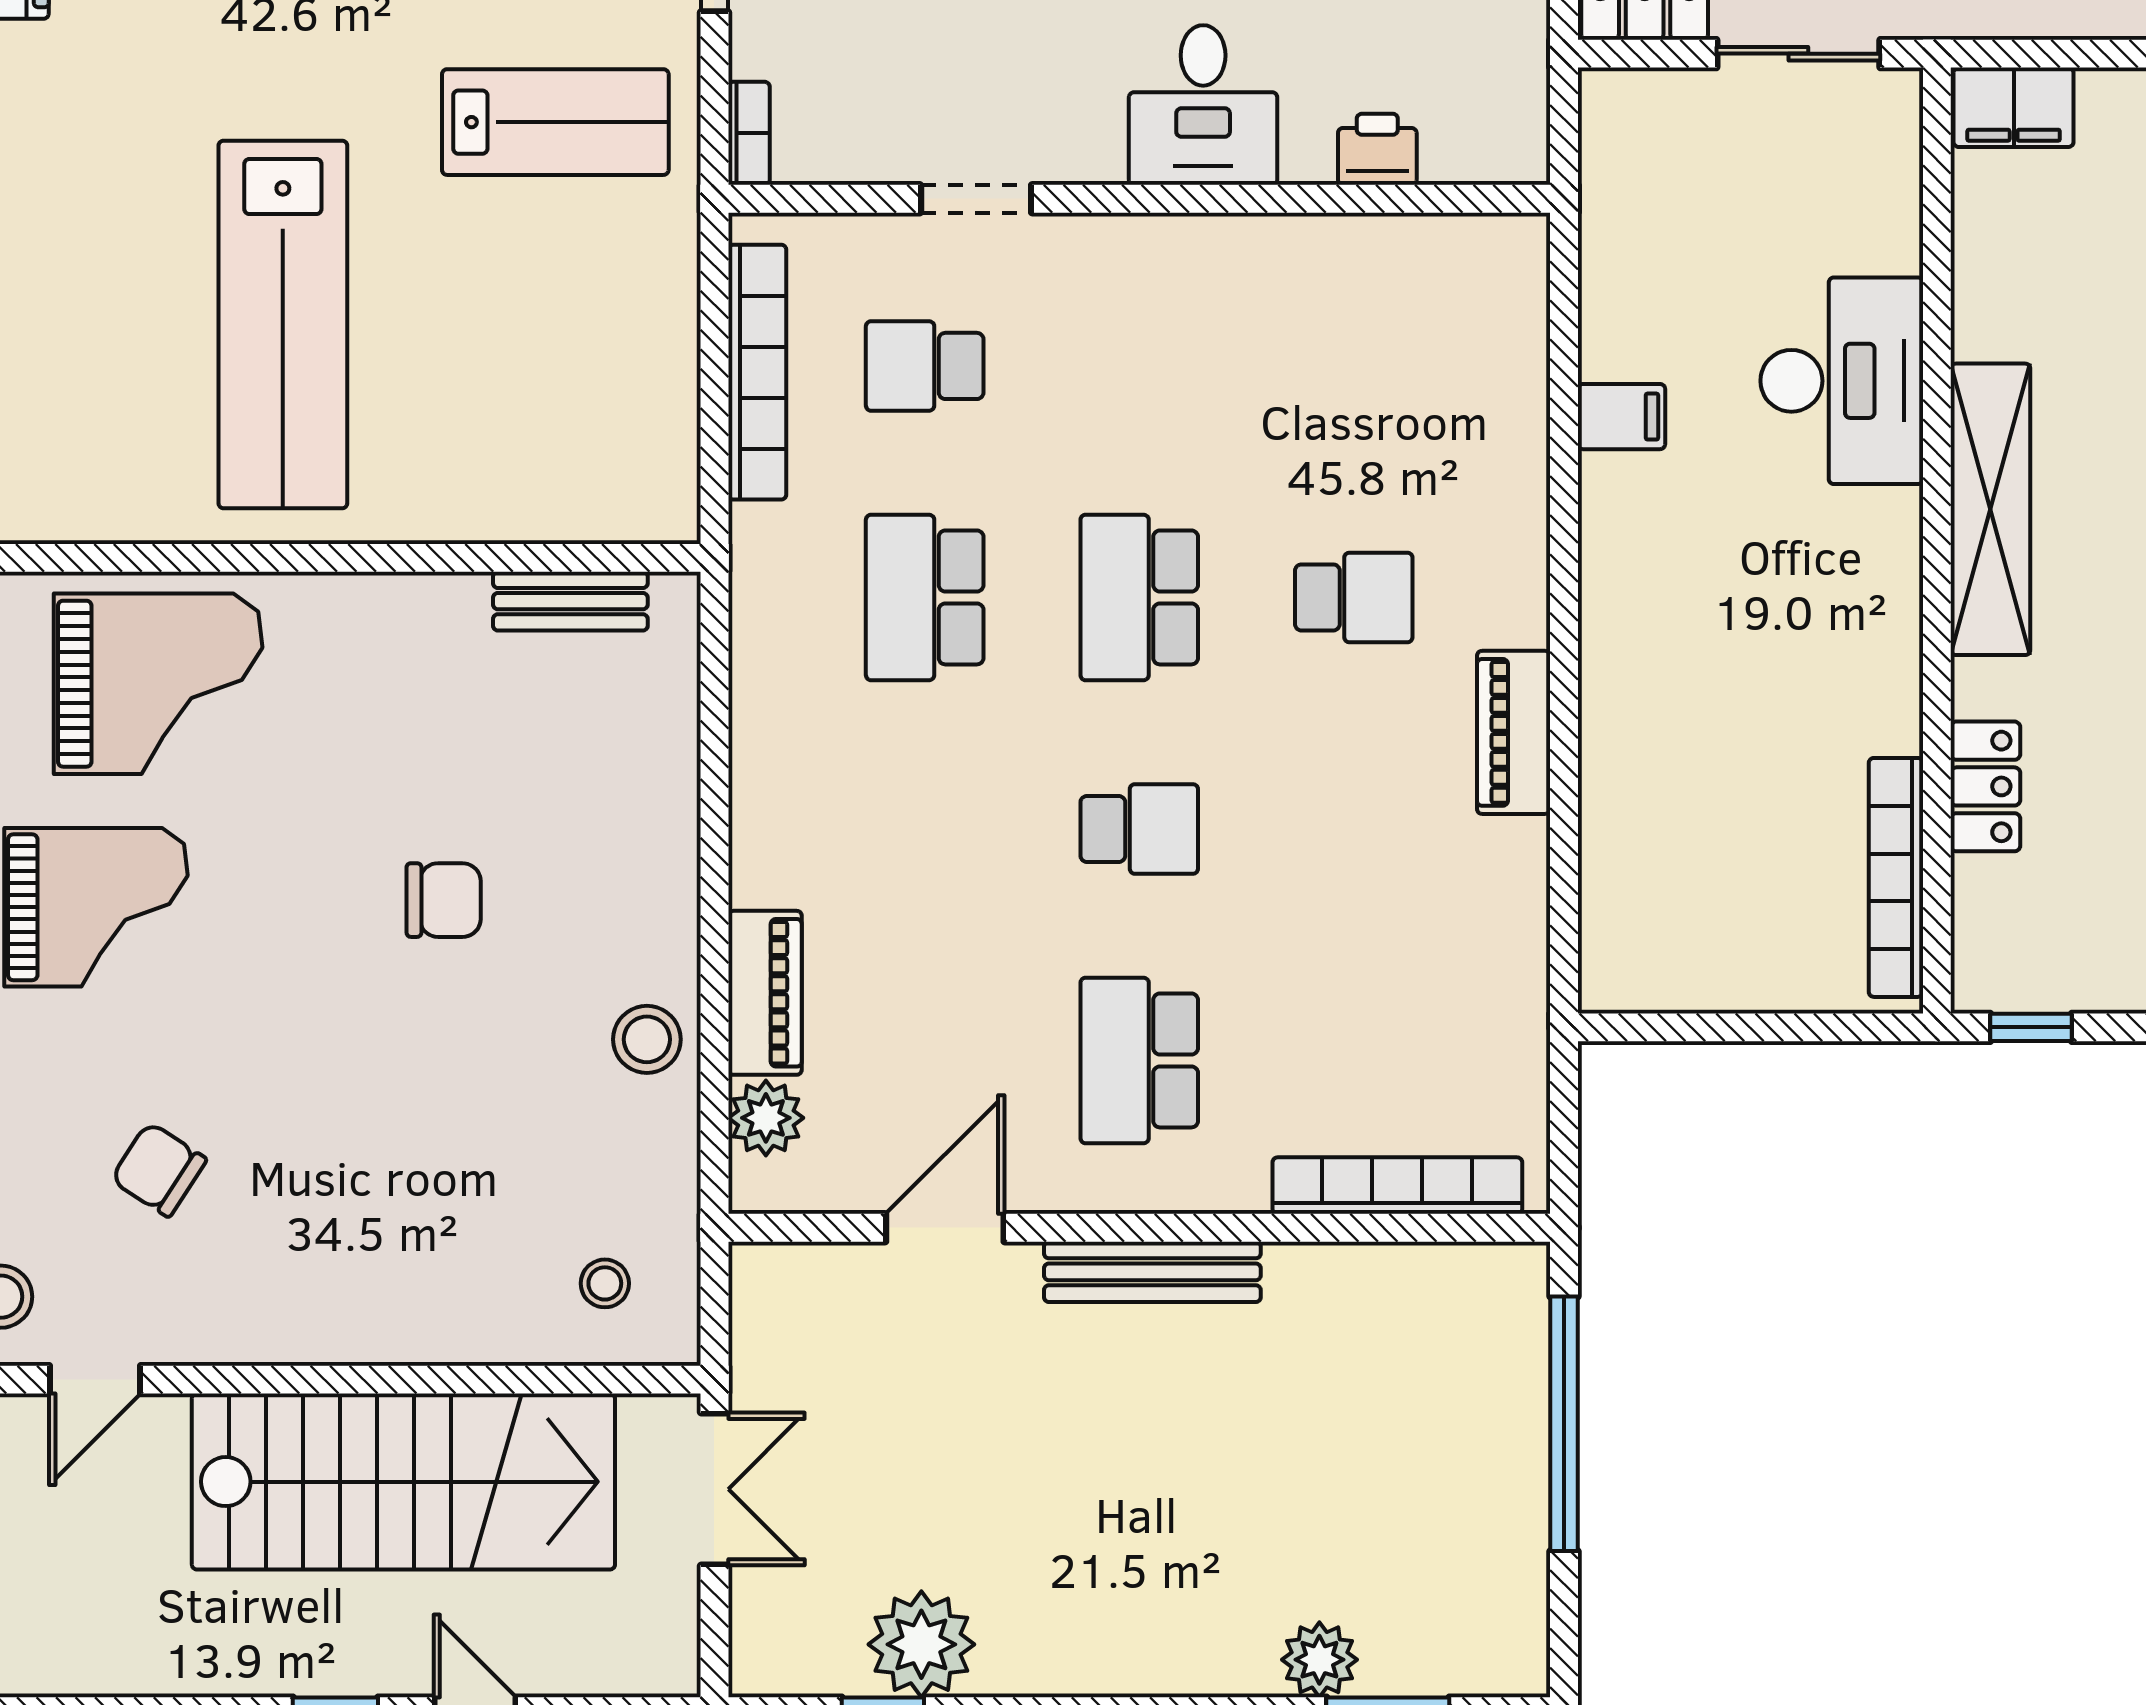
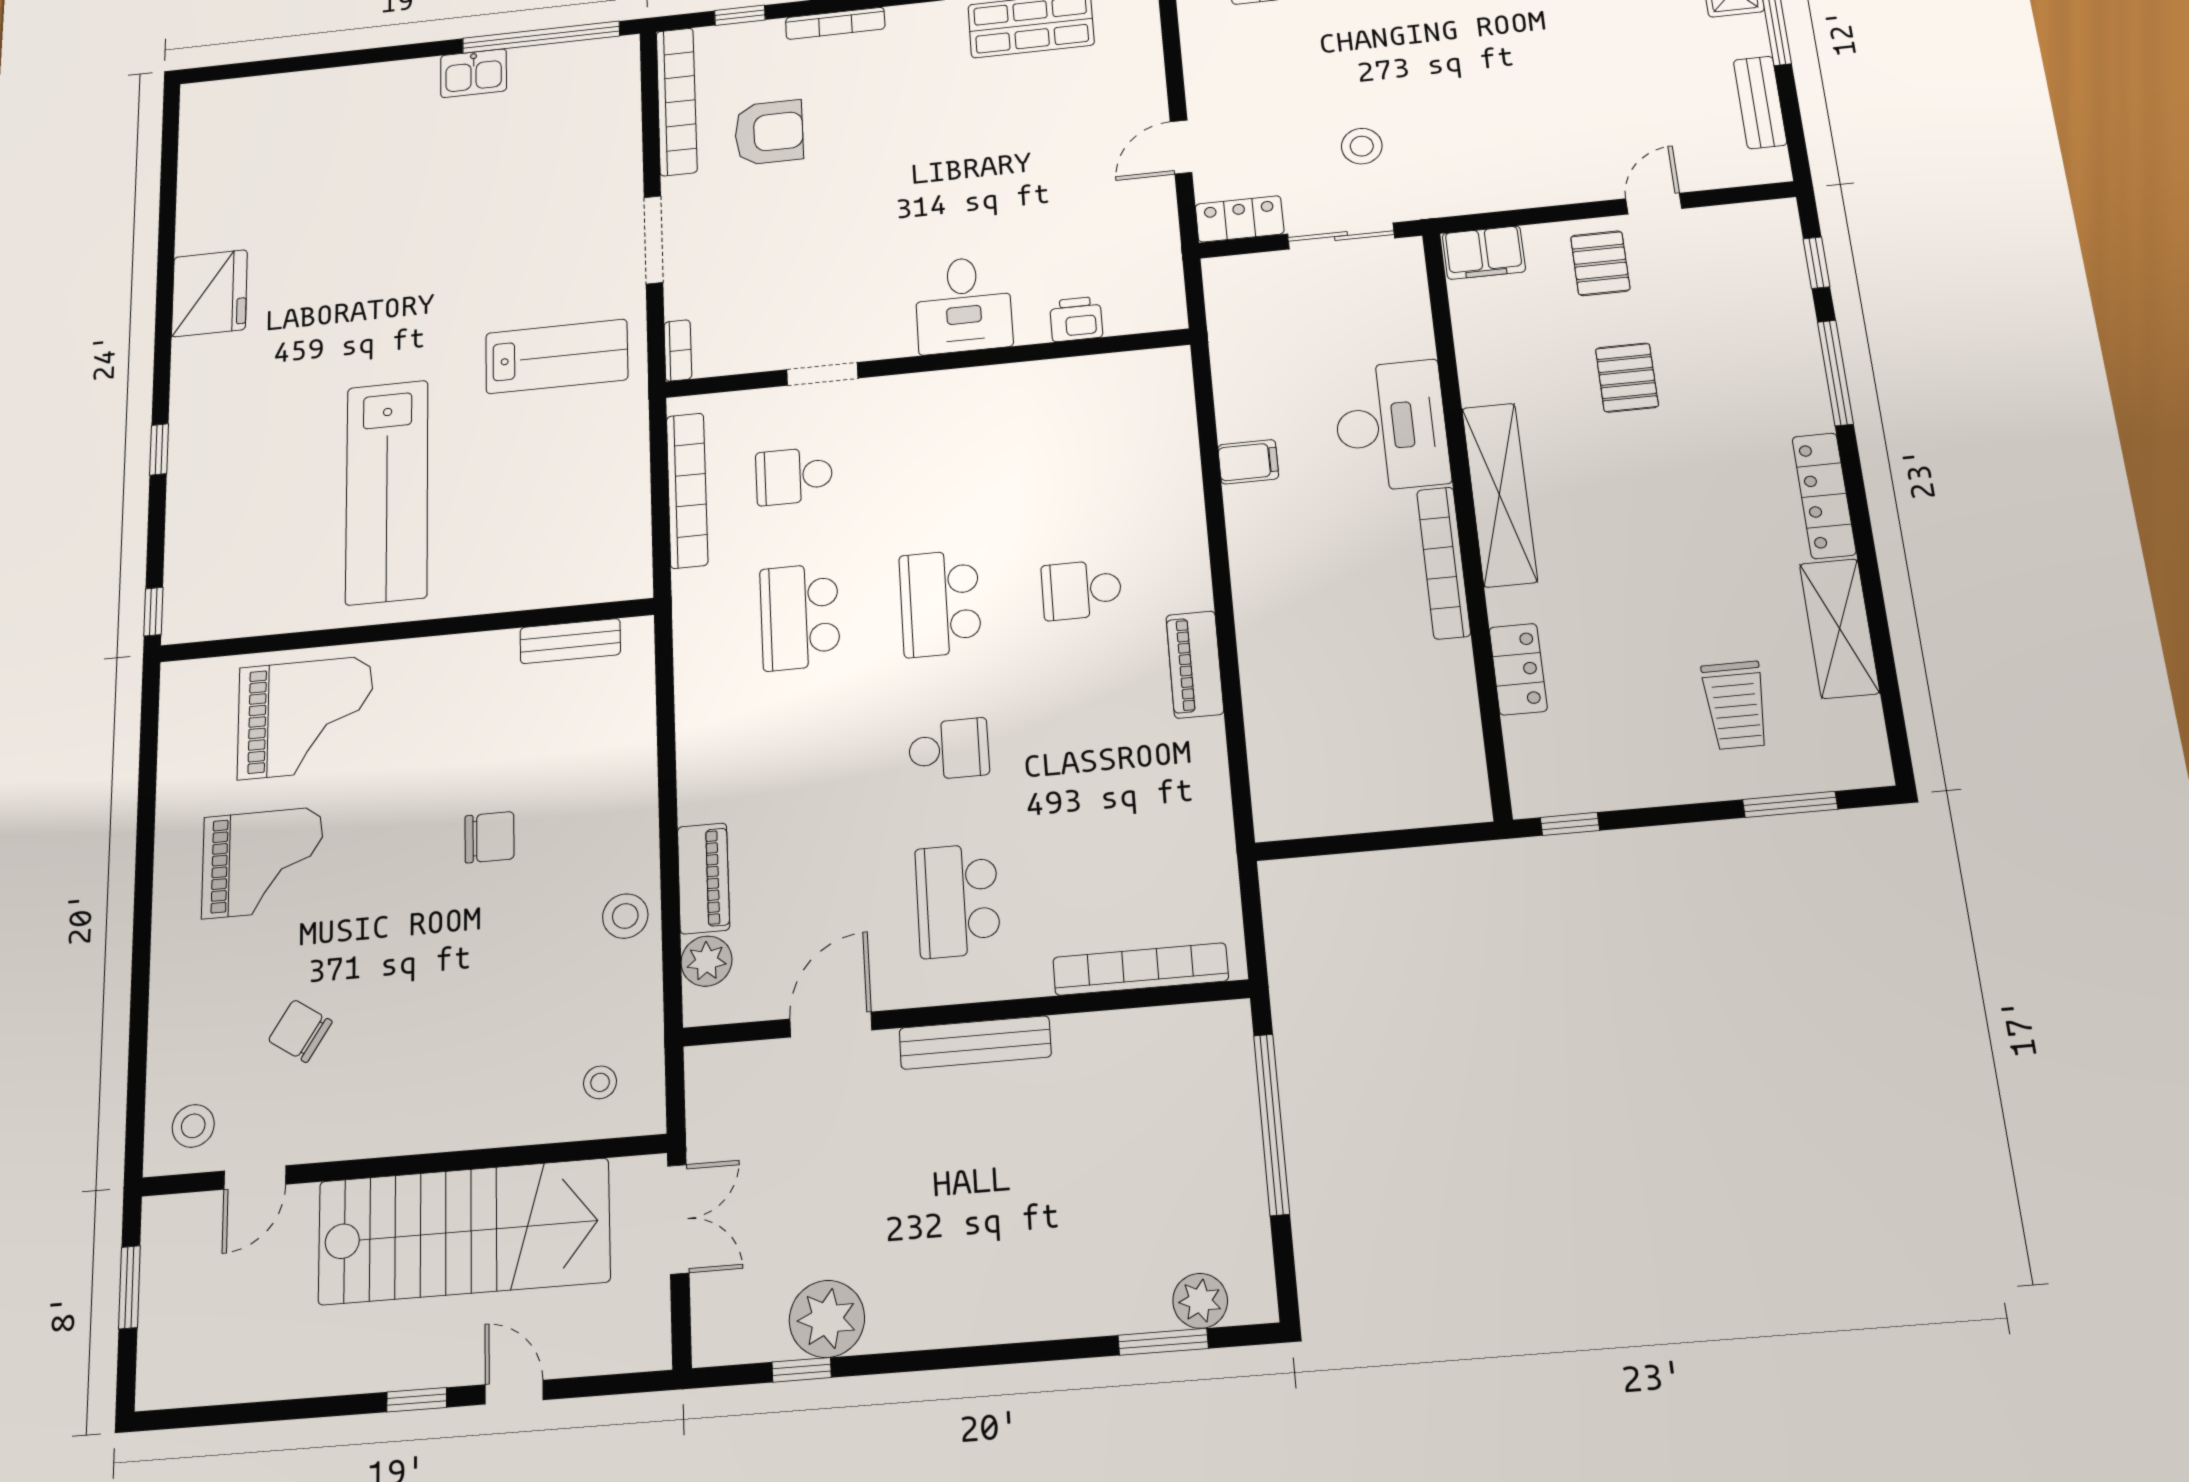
school desk: (1354, 597) -> (1081, 590), turned 180
bookcase: (1896, 877) -> (1444, 563), moved
plant: (1319, 1660) -> (1200, 1301), moved

